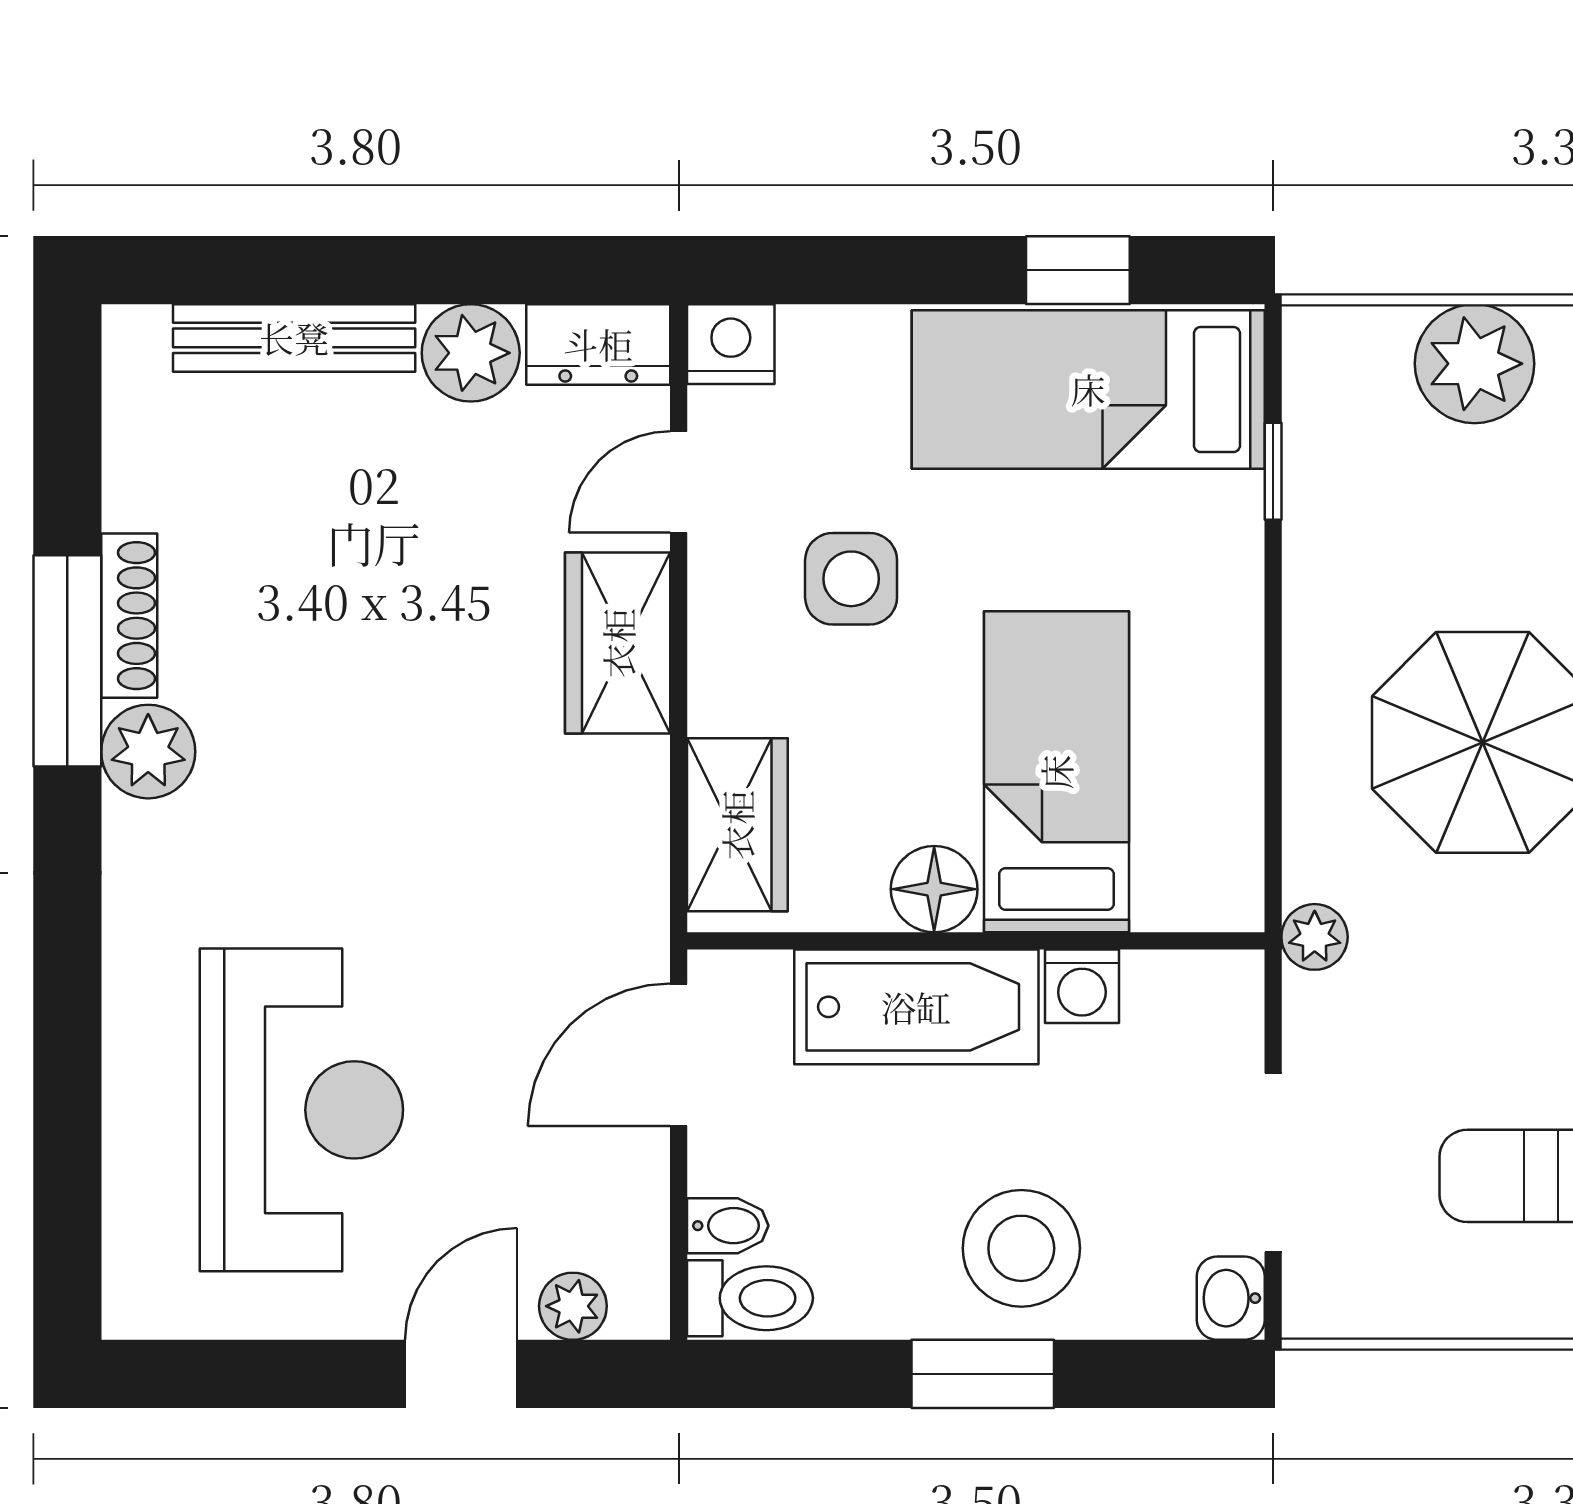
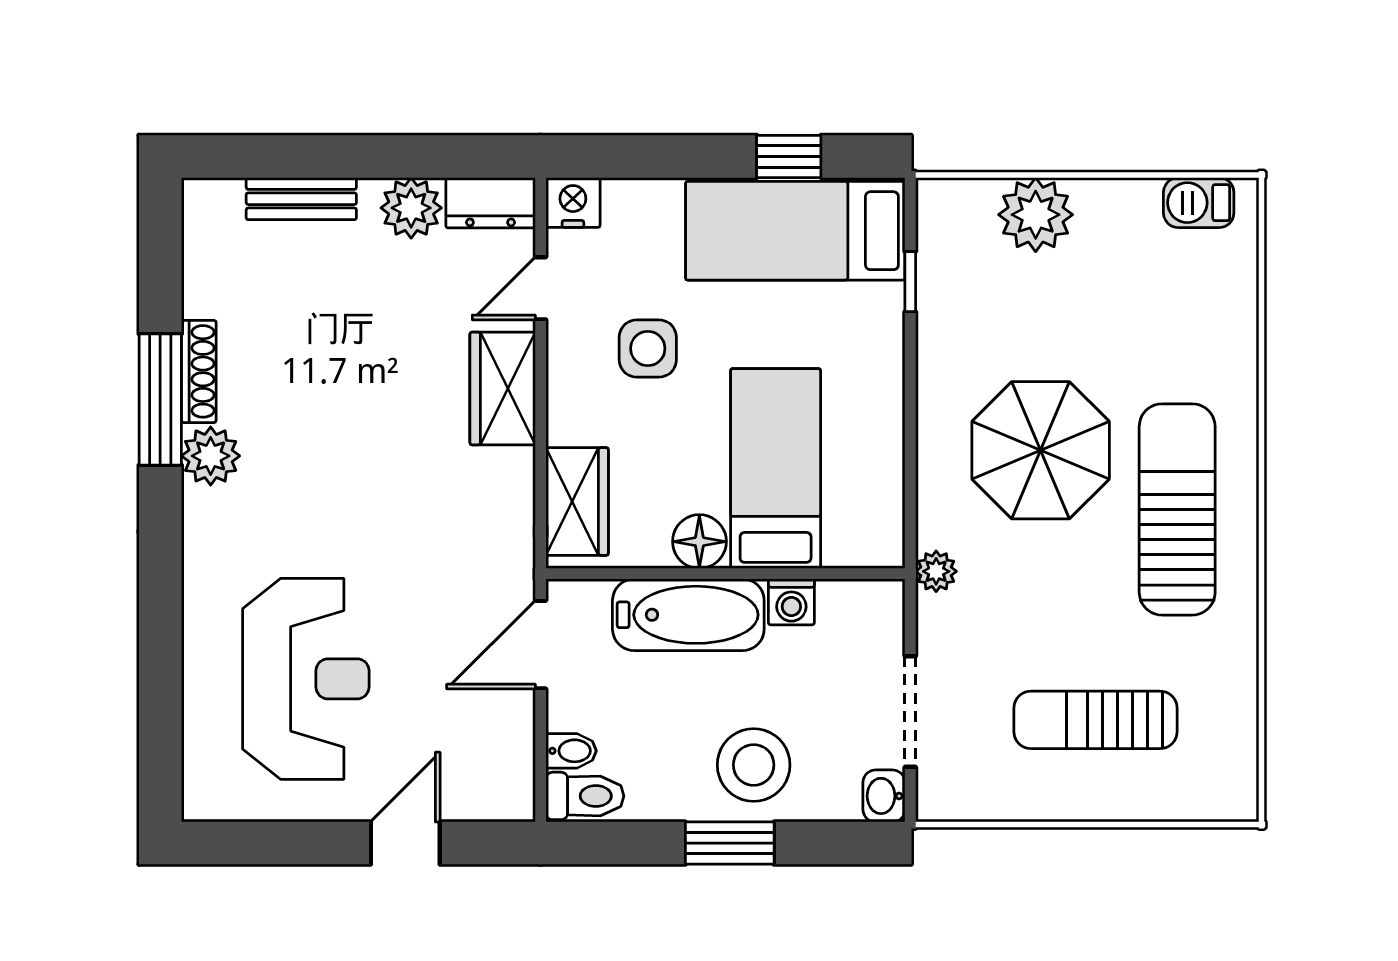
bench: (294, 338) -> (301, 199), width x0.73
plant: (573, 1306) -> (475, 801), removed

